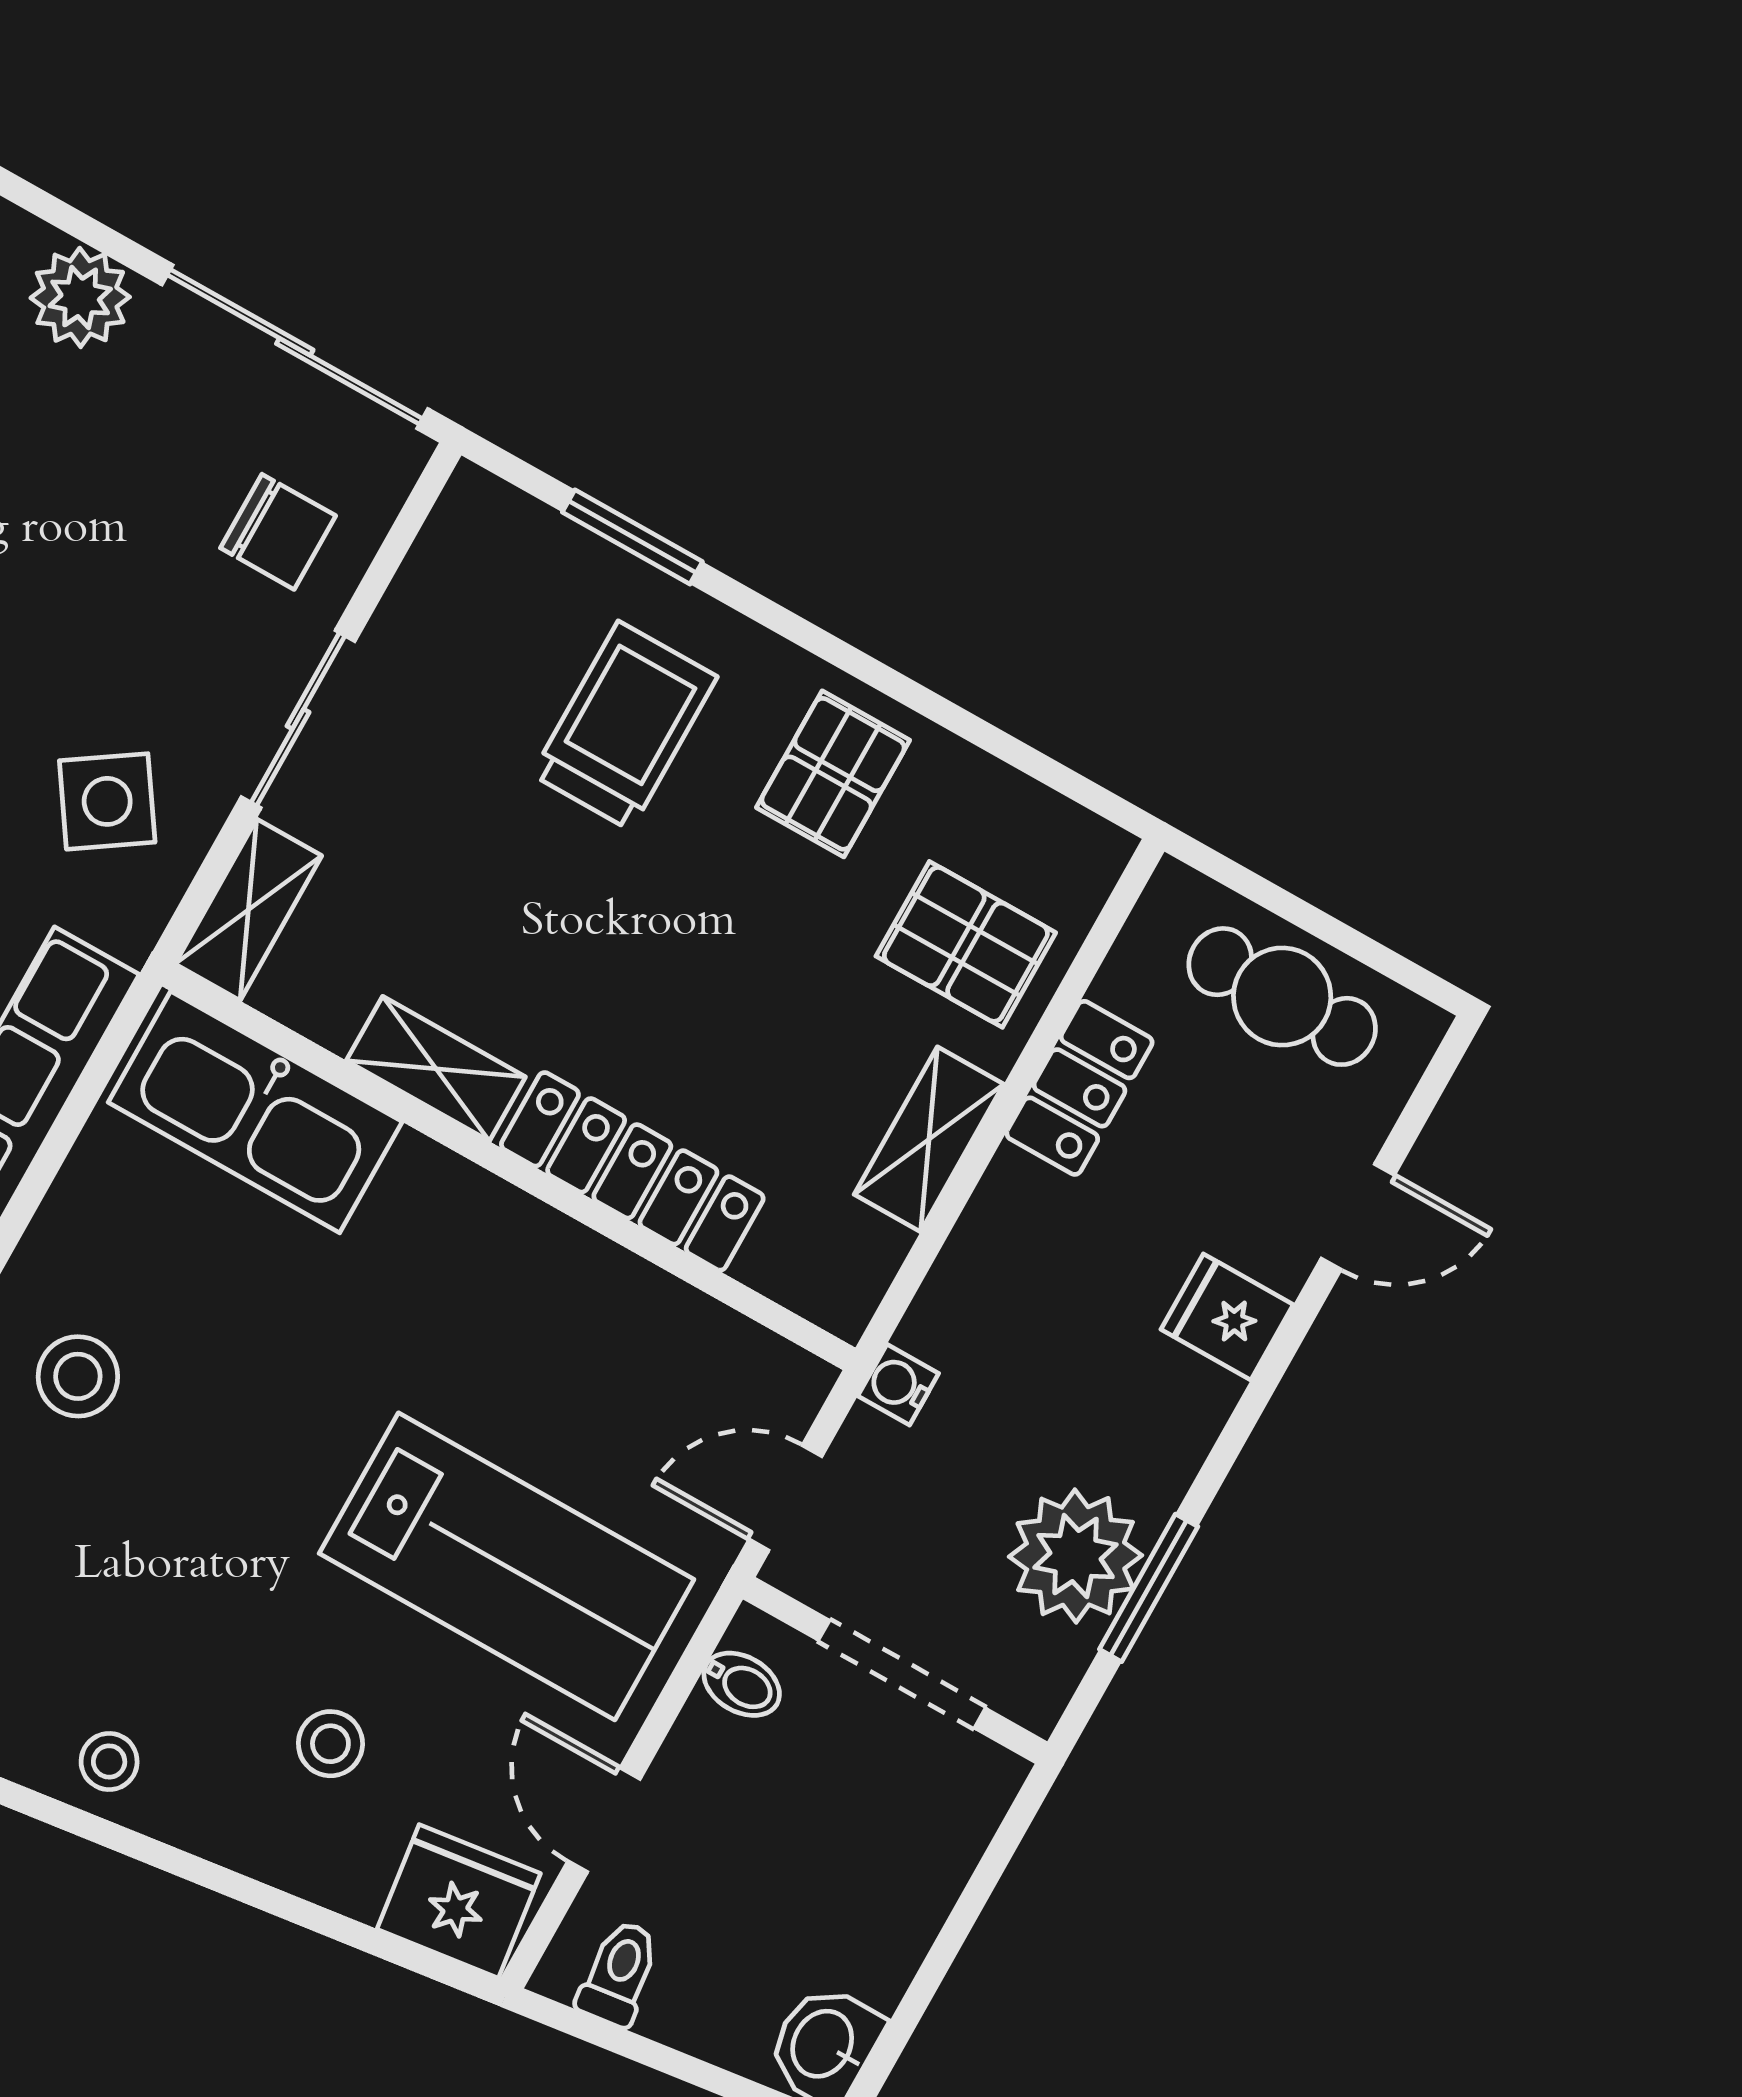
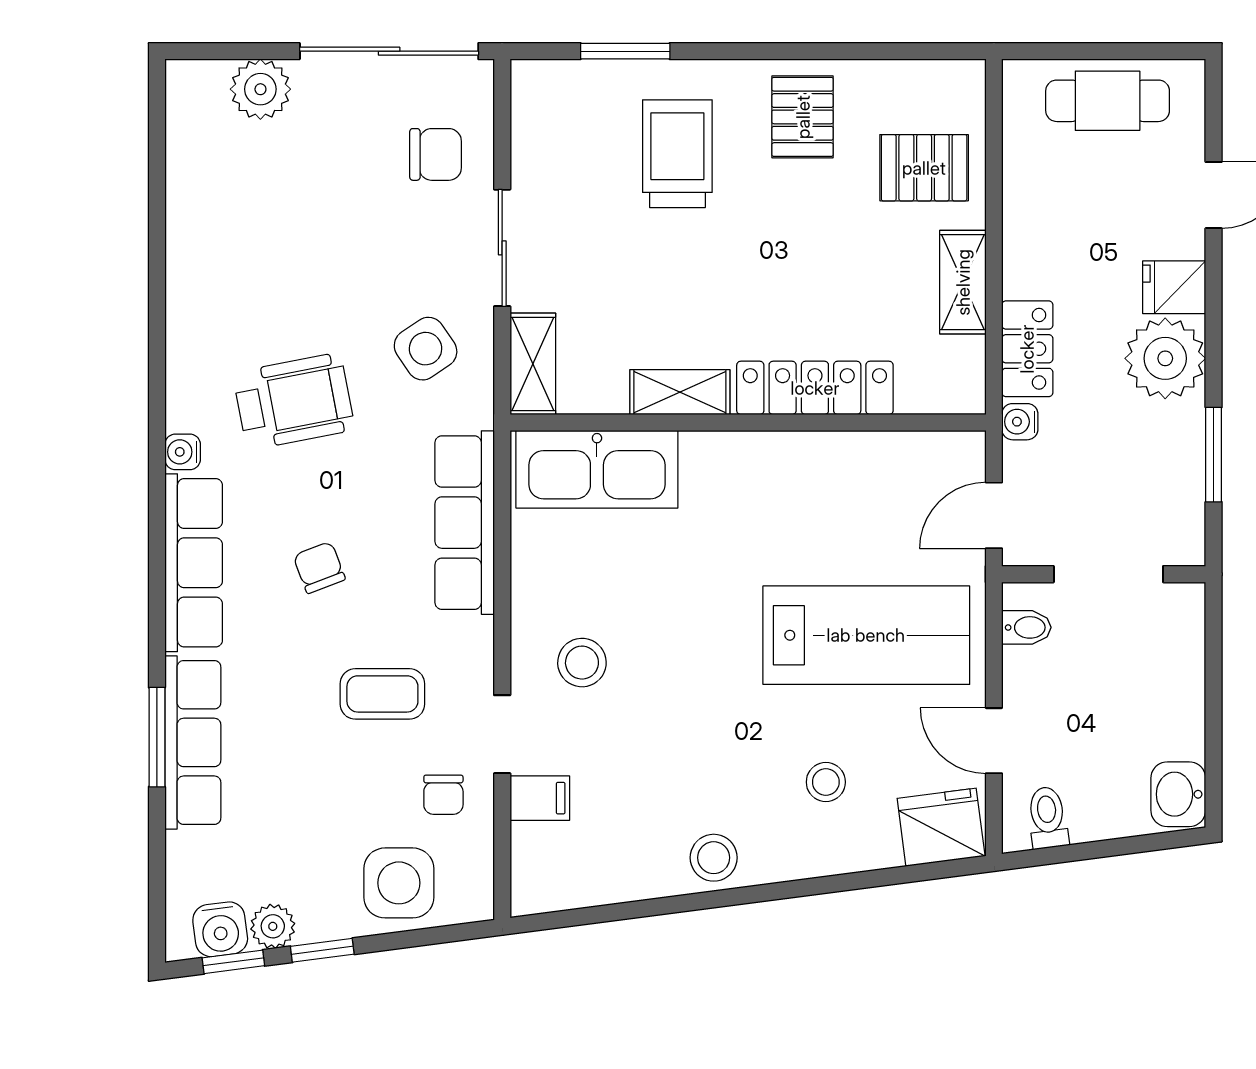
locker: (1079, 1088) -> (1027, 349), moved
plant: (1076, 1556) -> (1165, 358), moved
stool: (109, 1761) -> (714, 858), width x1.37, depth x1.37

